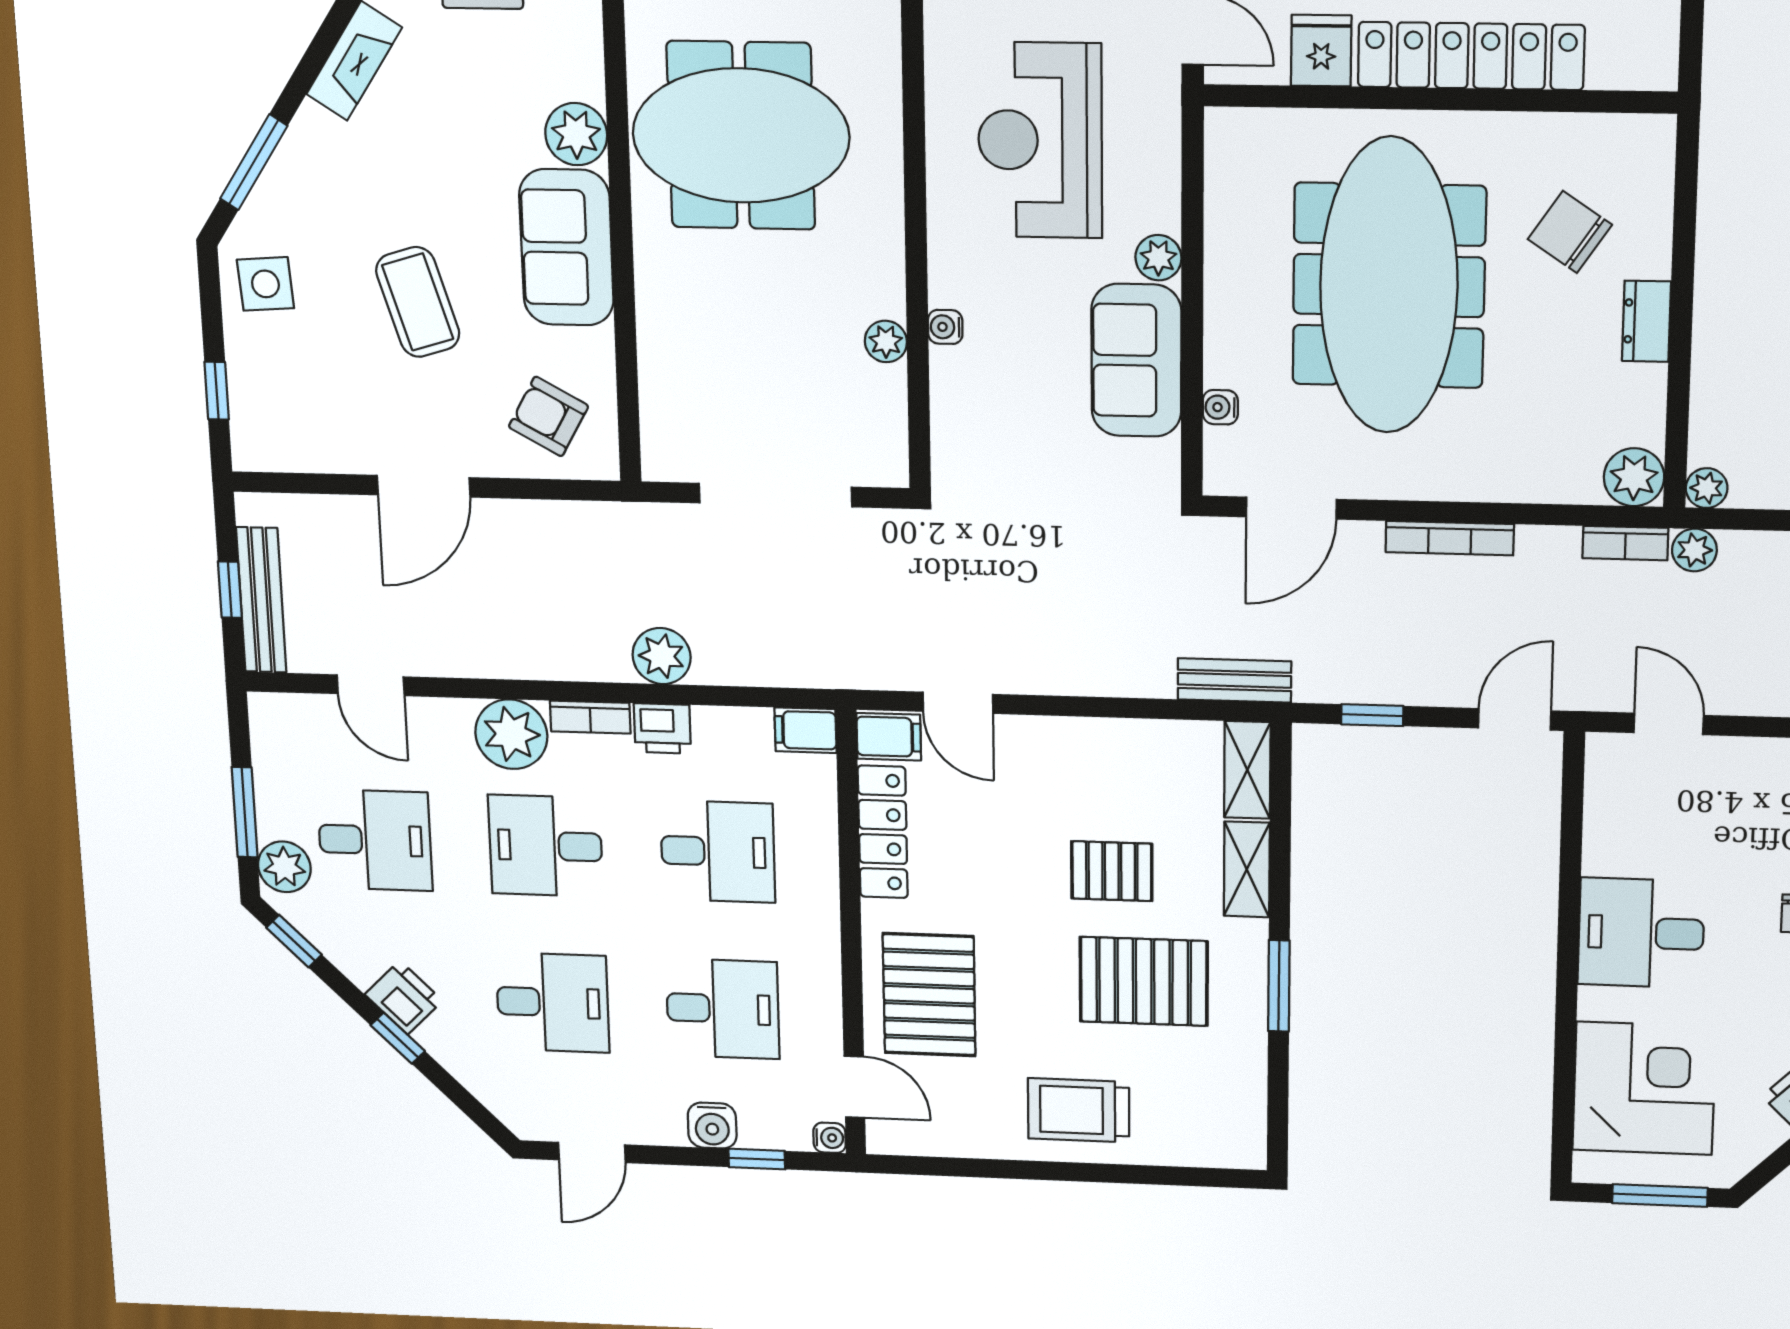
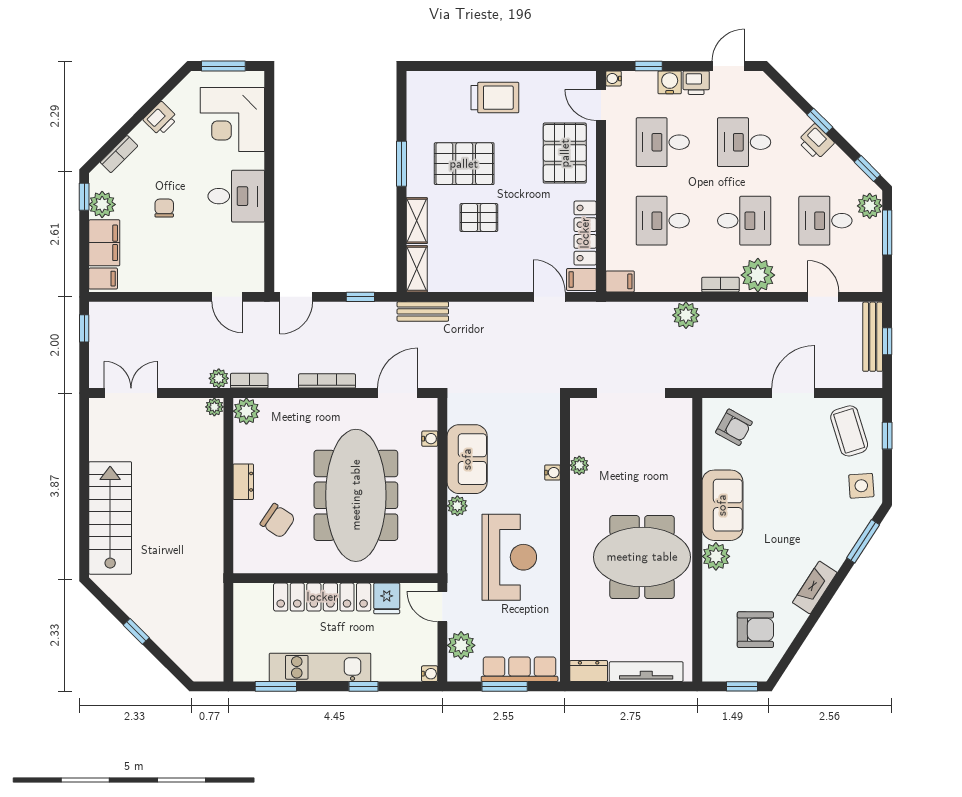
coffee table: (418, 302) -> (849, 431), moved
printer: (662, 728) -> (696, 83), moved, turned 180

